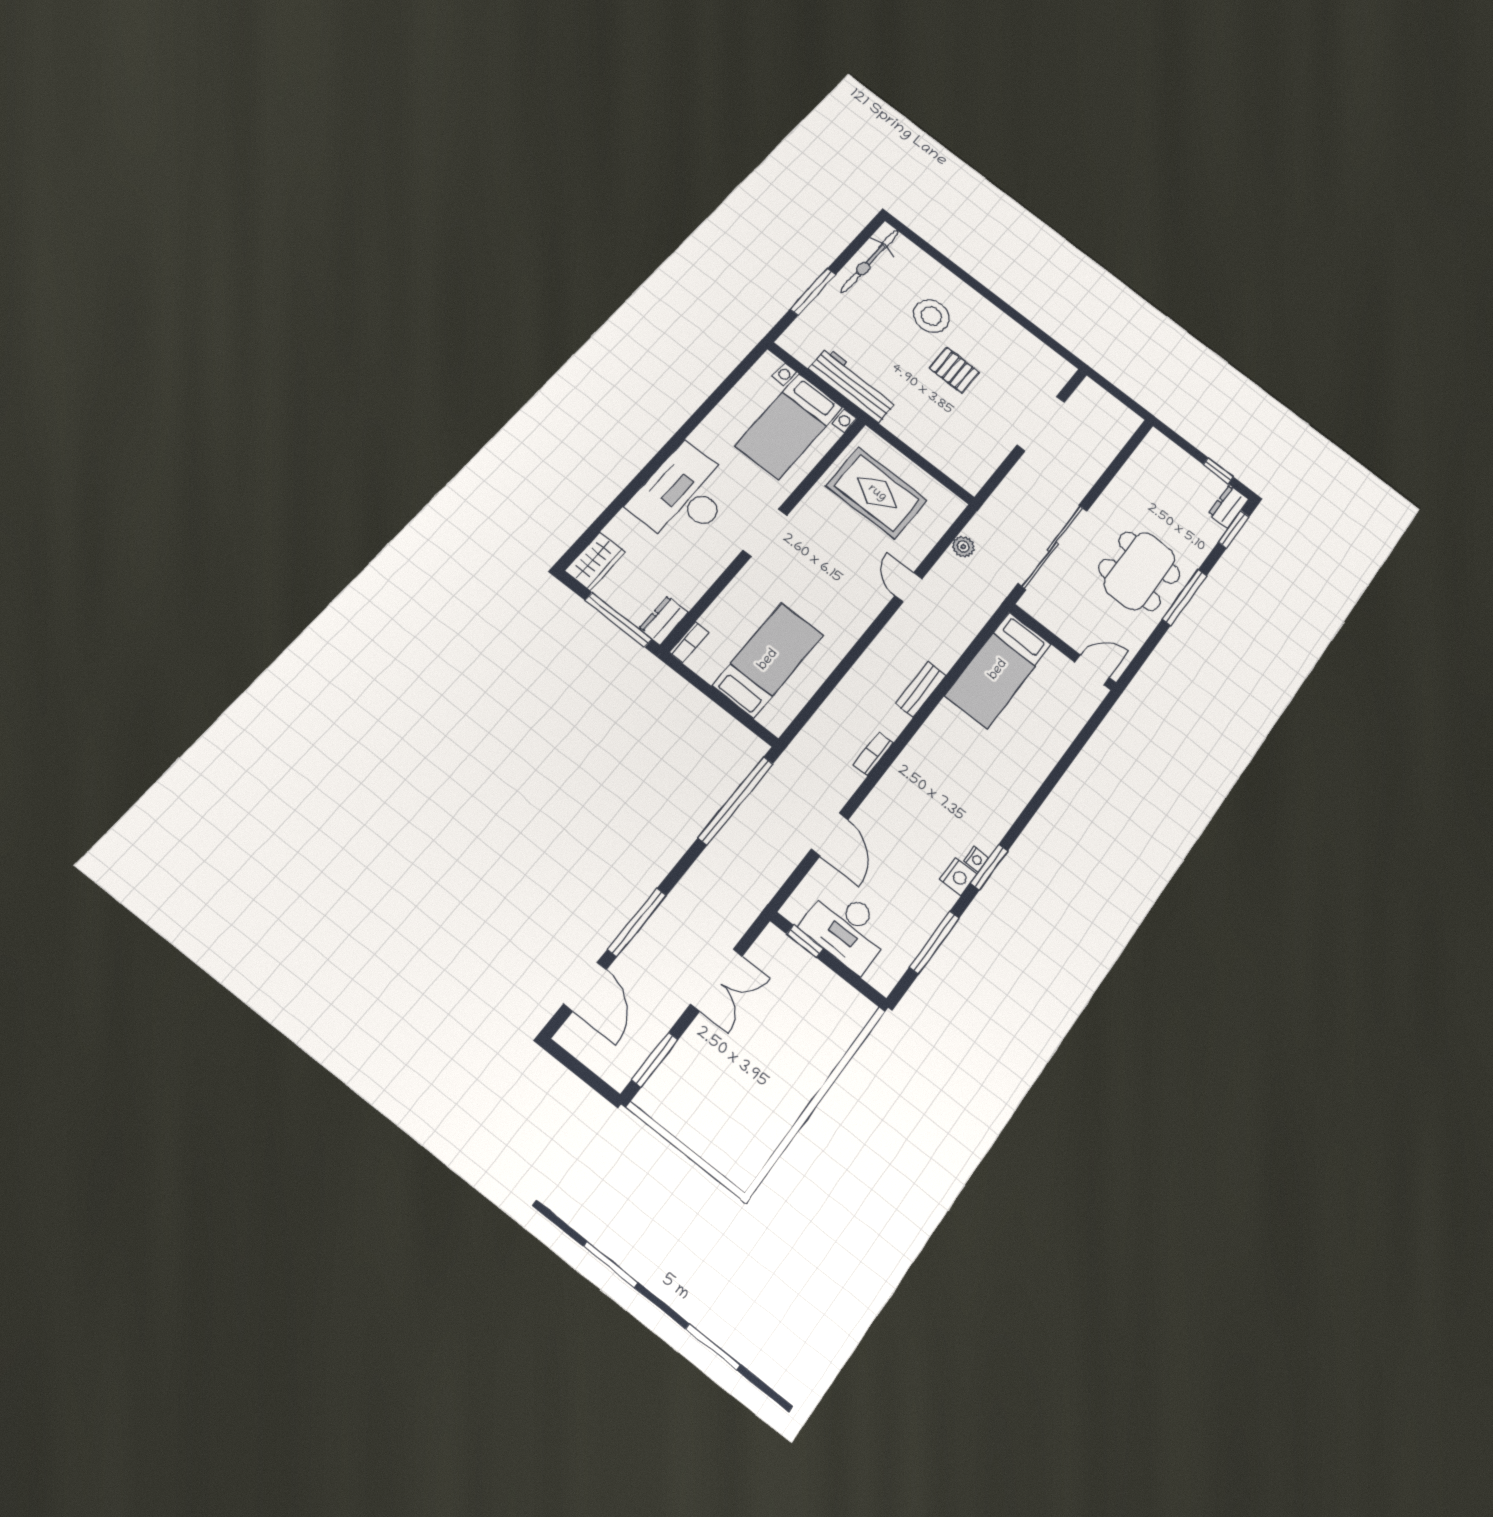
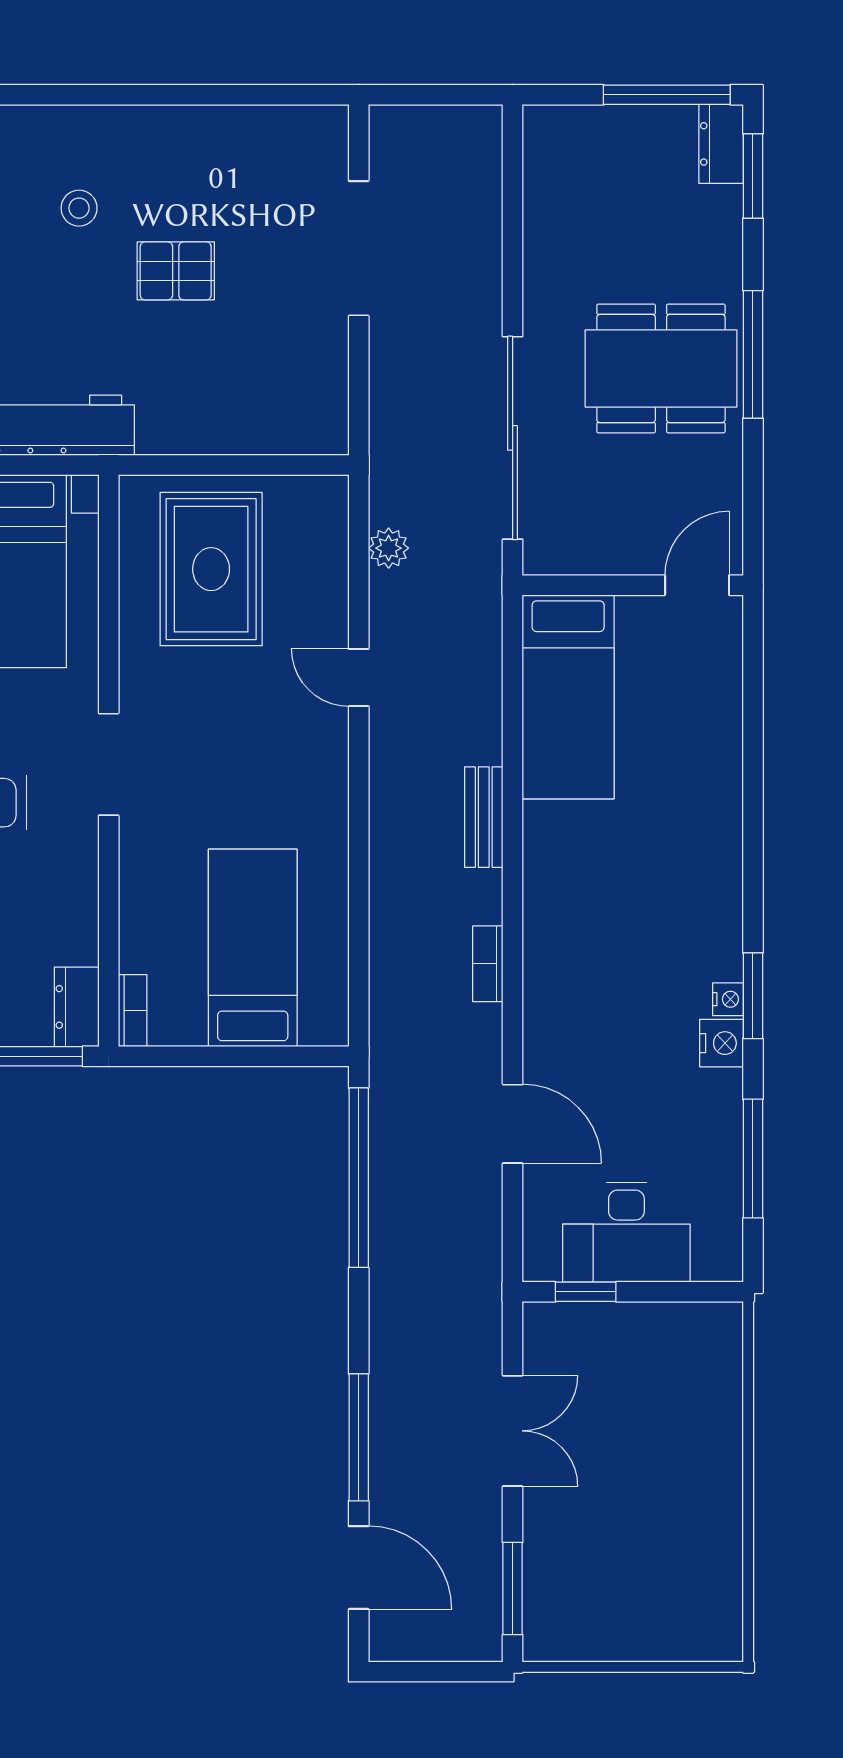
stool: (931, 316) -> (79, 208), width x0.53, depth x0.53
window: (1218, 471) -> (667, 95), width x2.17
rug: (877, 493) -> (211, 569), turned 90
dining table: (1139, 571) -> (661, 368), turned 90

